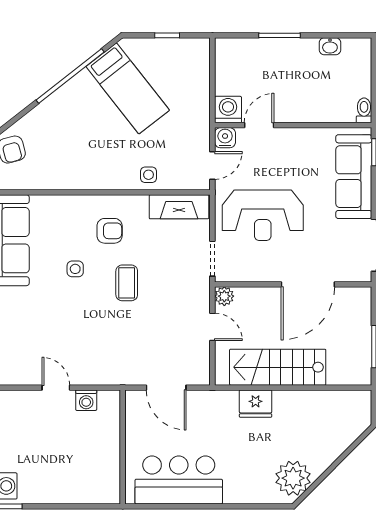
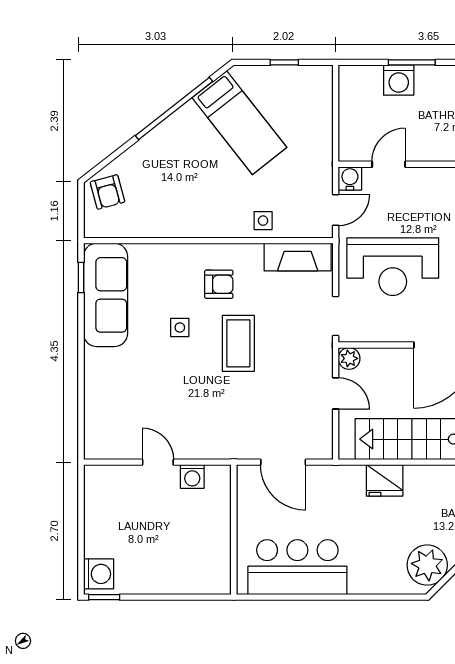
washing machine: (228, 110) -> (399, 80), moved, turned 180
coffee table: (127, 283) -> (238, 343), width x1.36, depth x1.30

